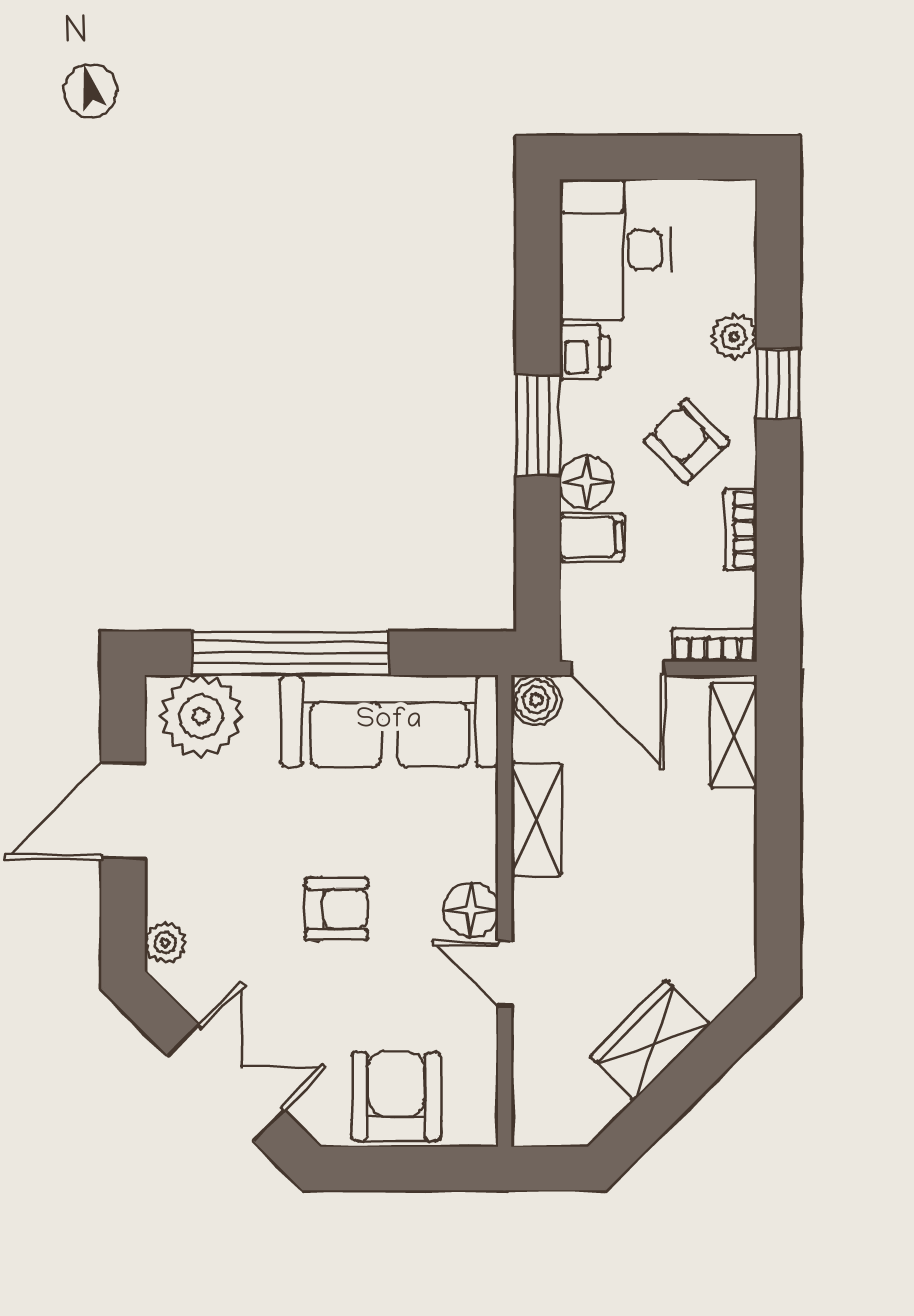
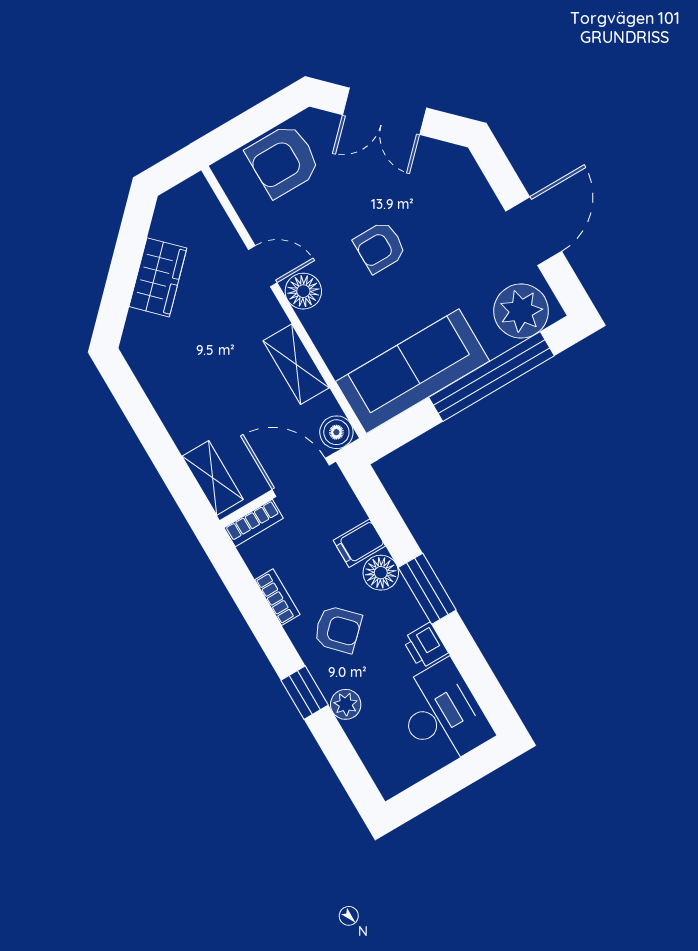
plant: (165, 943) -> (466, 170), removed
armchair: (396, 1096) -> (283, 161), turned 90

